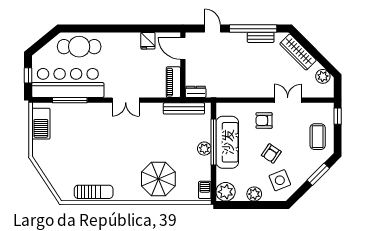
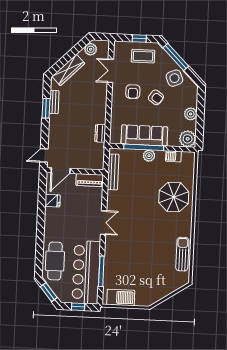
door: (212, 29) -> (44, 155), moved
window: (253, 29) -> (46, 108), width x0.47
window: (43, 41) -> (49, 292), added
dresser: (196, 92) -> (100, 133), moved
double door: (288, 100) -> (110, 71), moved
window: (338, 116) -> (139, 38), moved
armchair: (264, 120) -> (133, 92), moved
window: (318, 174) -> (176, 57), width x1.44
side table: (280, 180) -> (174, 78), moved
barbecue: (205, 190) -> (173, 156), moved

